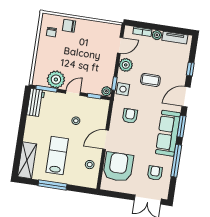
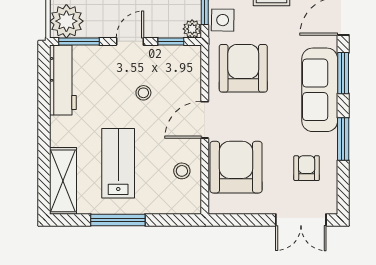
plant: (56, 79) -> (66, 21), moved
workbench: (36, 103) -> (63, 80), width x1.38
armchair: (130, 116) -> (243, 68), width x1.88, depth x1.88
window: (176, 161) -> (343, 139), width x0.69

